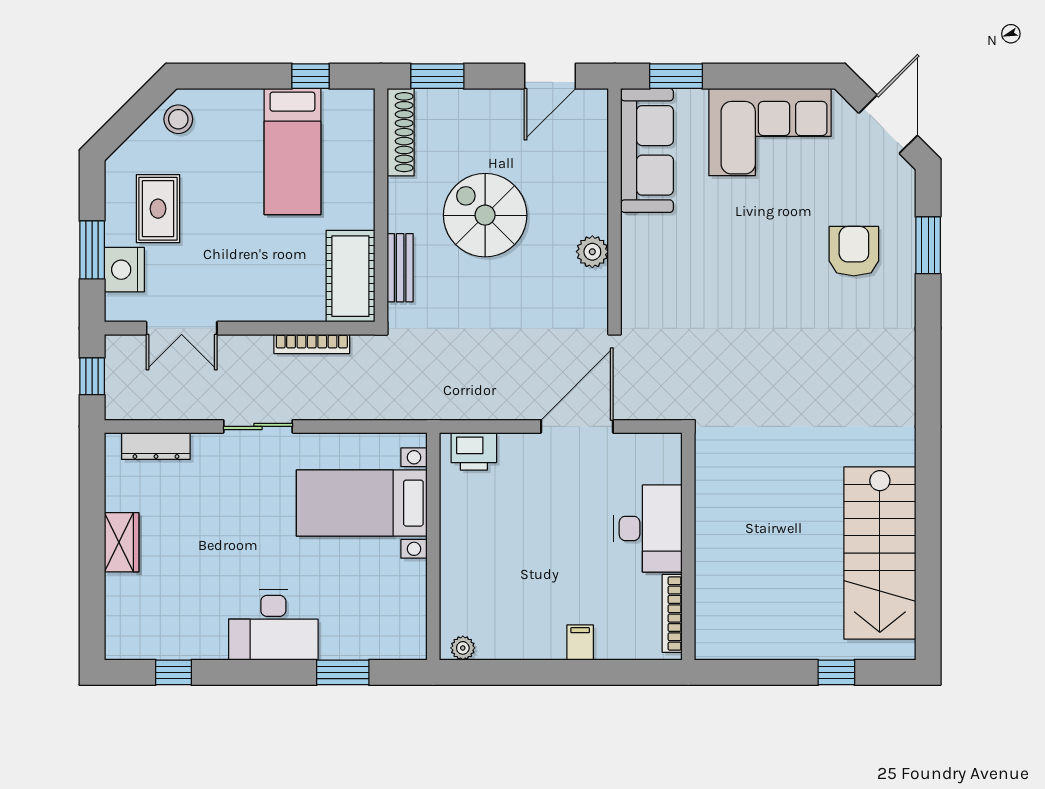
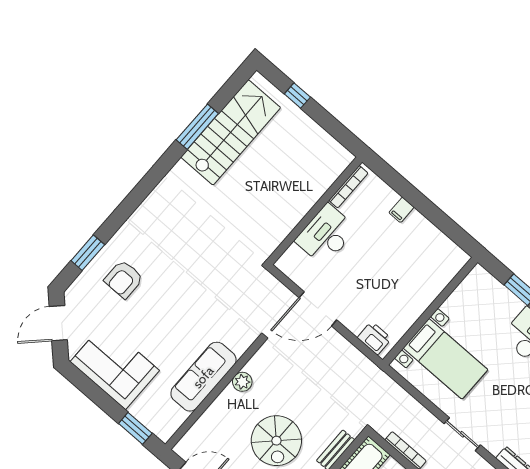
sofa: (647, 150) -> (203, 377), moved
window: (928, 524) -> (197, 127), added
plant: (463, 648) -> (457, 253), removed

